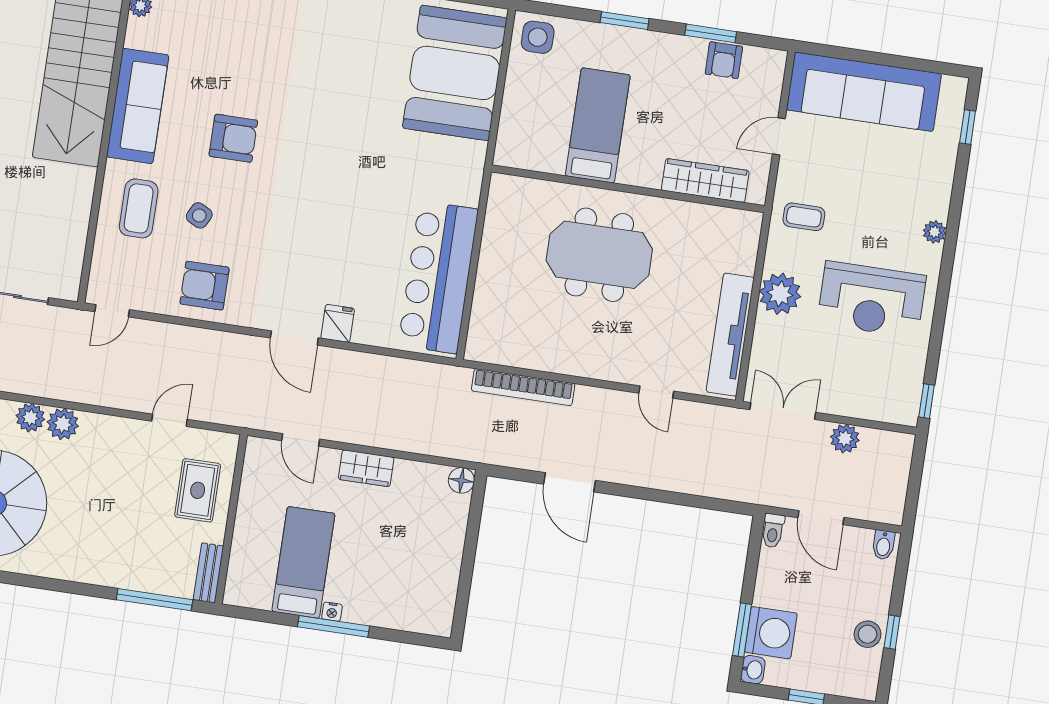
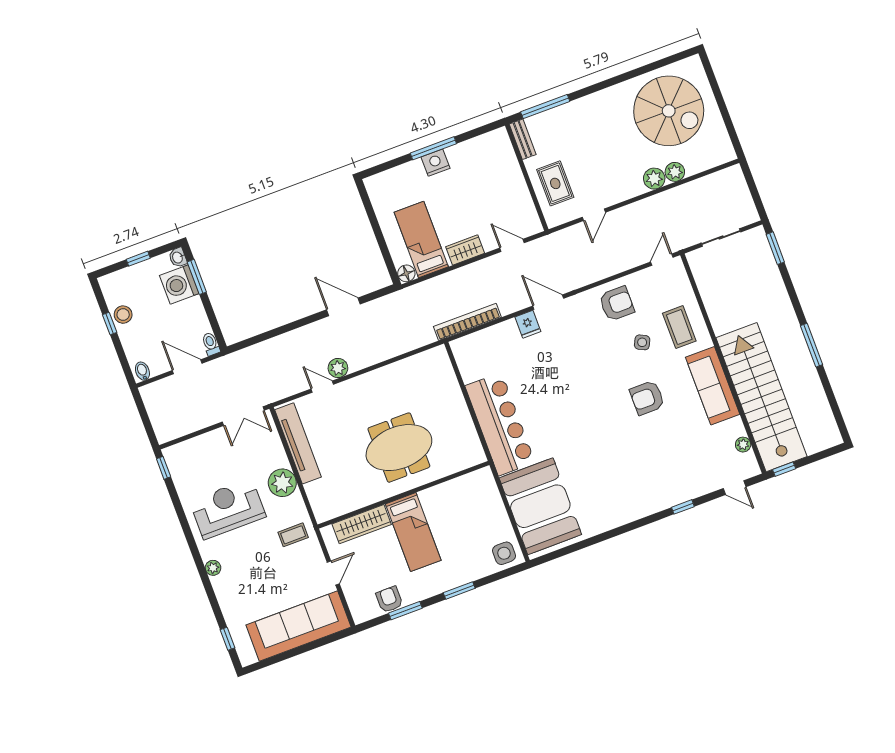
bed: (598, 125) -> (413, 532), moved
bar counter: (438, 277) -> (500, 424), moved
bookcase: (523, 387) -> (467, 322), moved
plant: (845, 439) -> (338, 368), moved
bed: (303, 562) -> (421, 240), moved, turned 180
nightstand: (332, 612) -> (436, 163), width x1.89, depth x1.79

